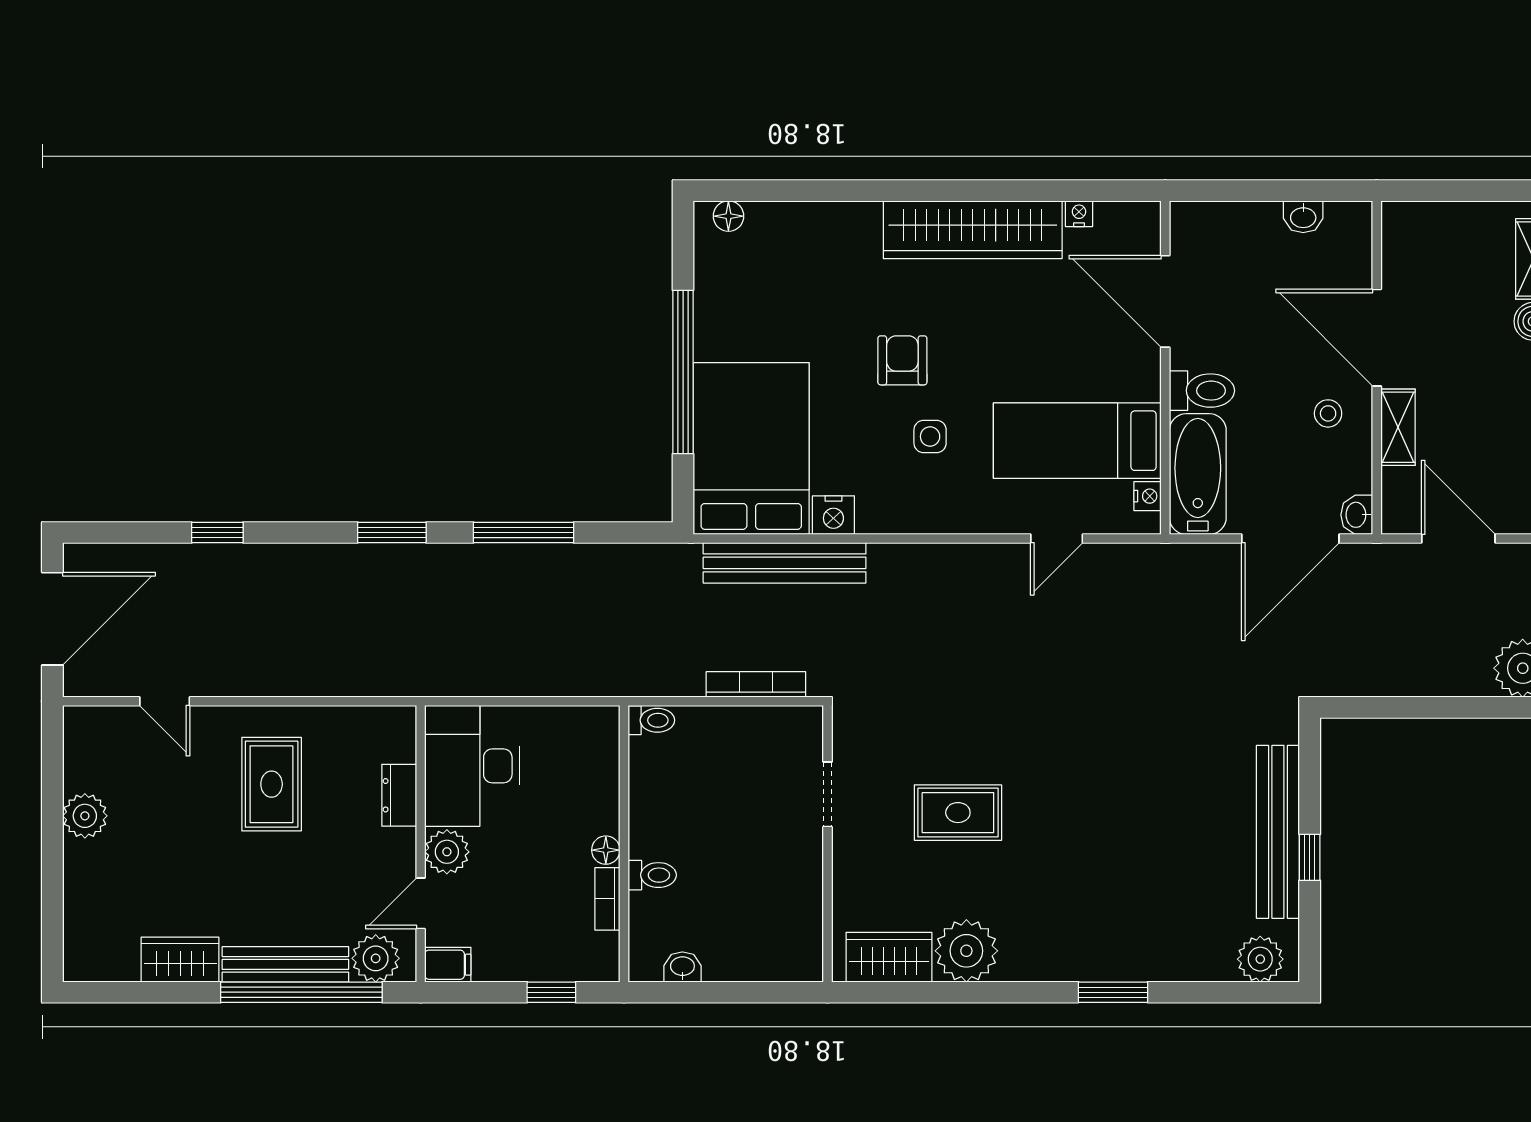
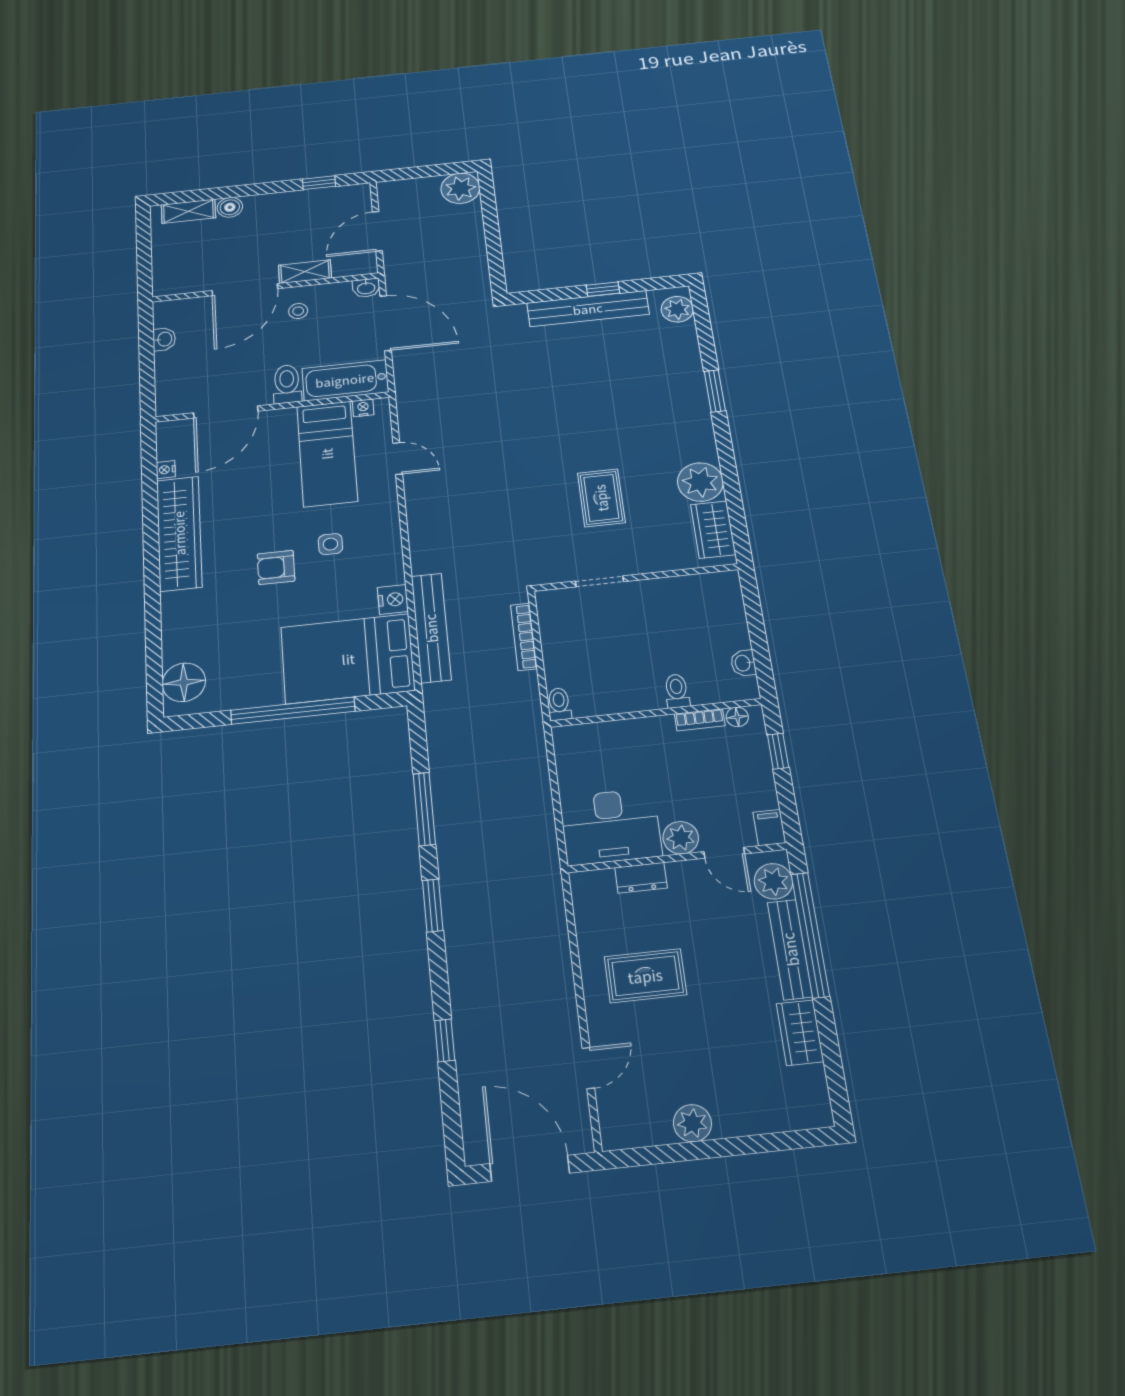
floor lamp: (728, 216) -> (184, 682), width x1.89, depth x1.89
floor lamp: (606, 850) -> (737, 717), moved

